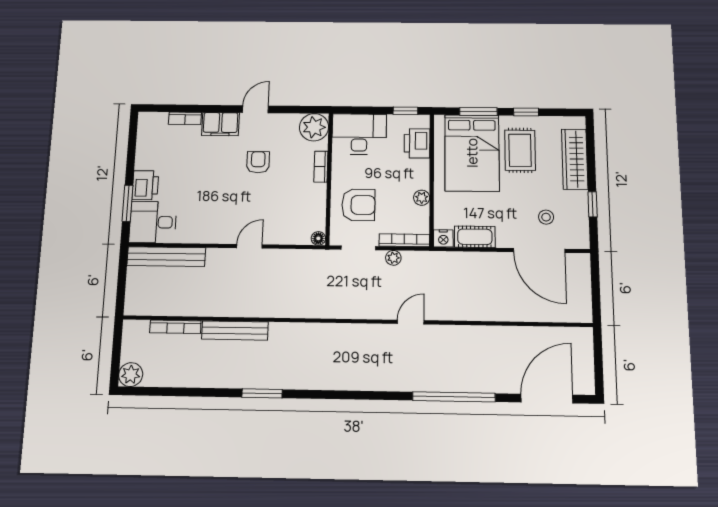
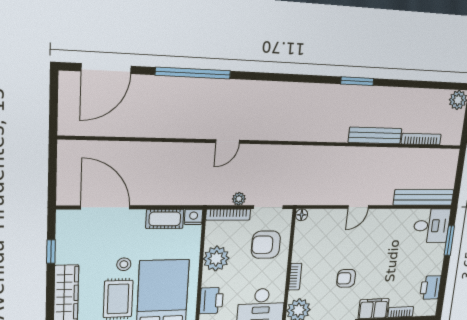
armchair: (258, 162) -> (346, 278), turned 90
printer: (145, 185) -> (430, 288), moved
plant: (422, 198) -> (216, 259), width x1.87, depth x1.87
stool: (546, 217) -> (124, 264), moved

